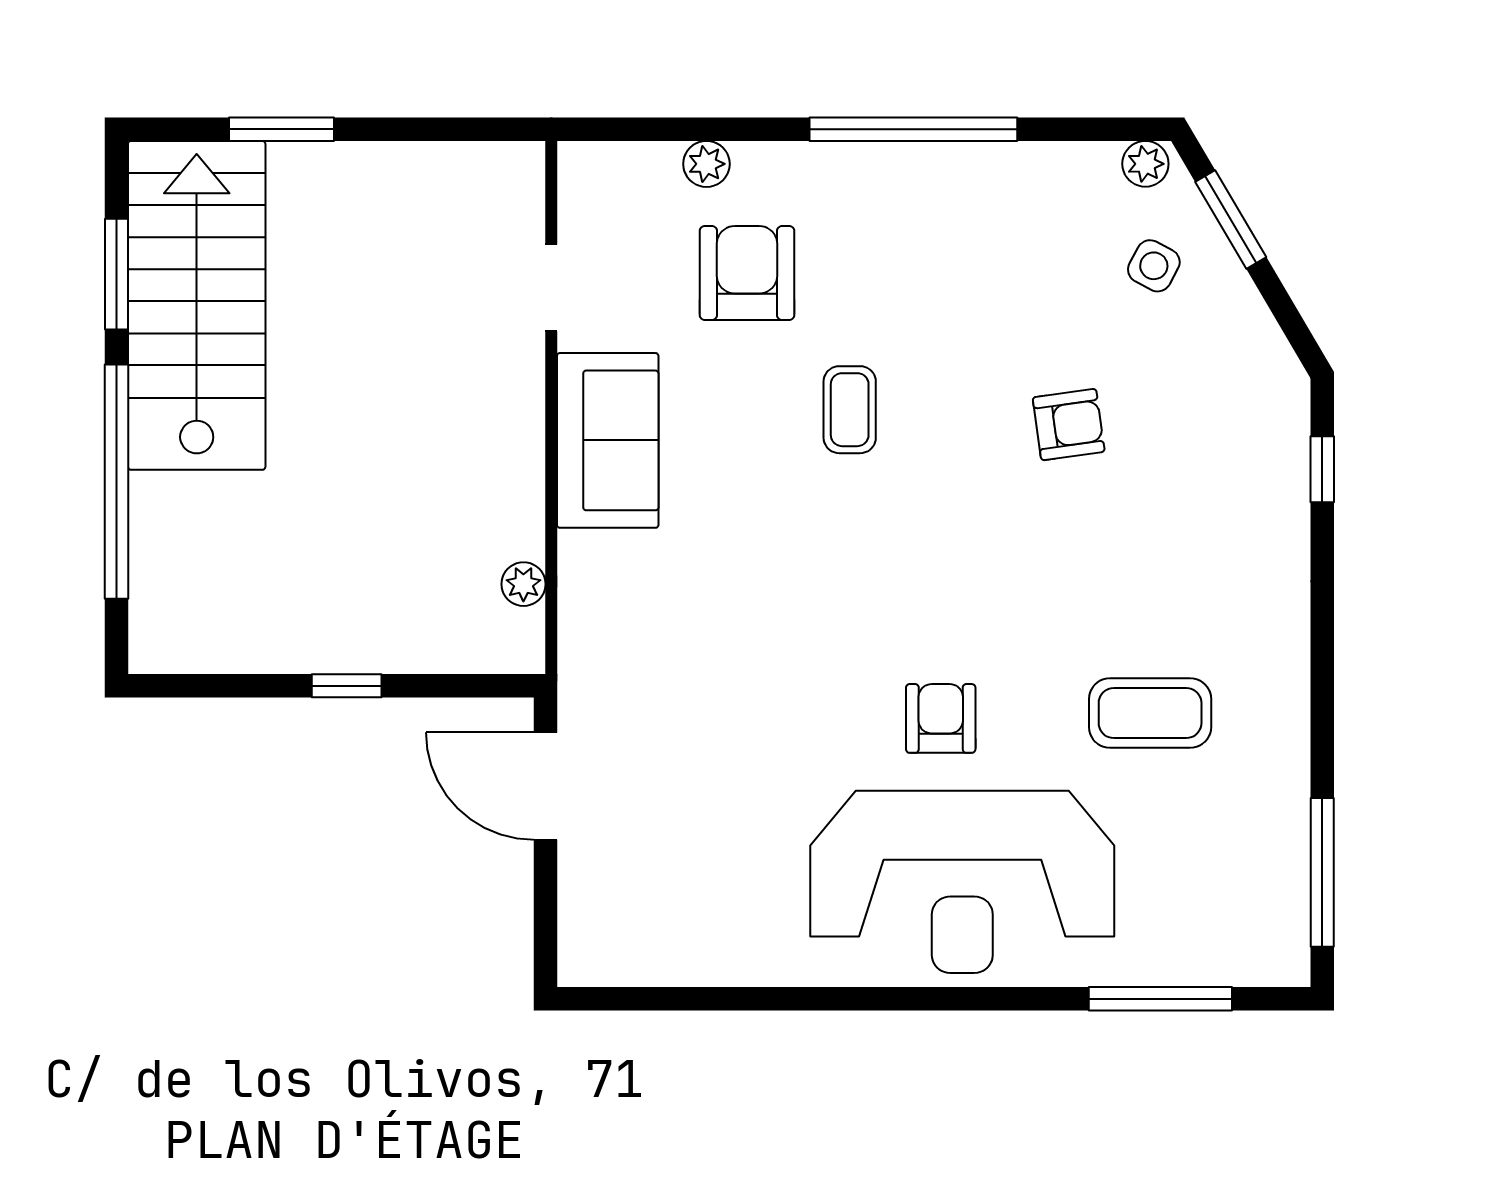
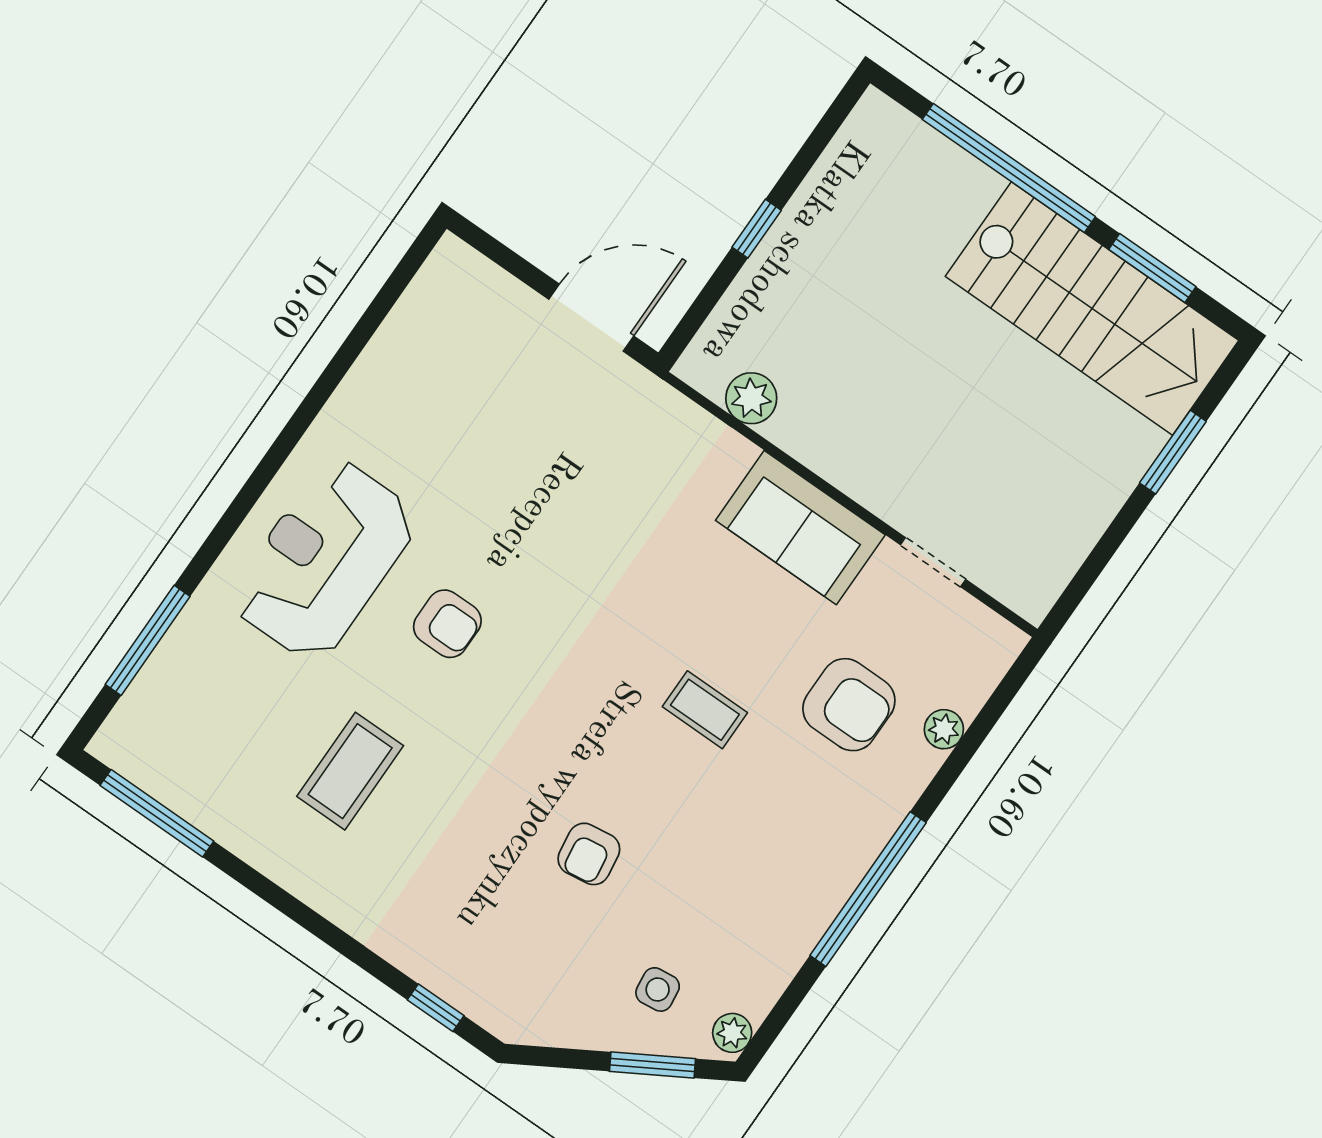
side table: (1154, 266) -> (658, 989), turned -35
plant: (523, 584) -> (751, 398), width x1.38, depth x1.38
reception desk: (962, 882) -> (324, 560), width x0.74, depth x0.77

